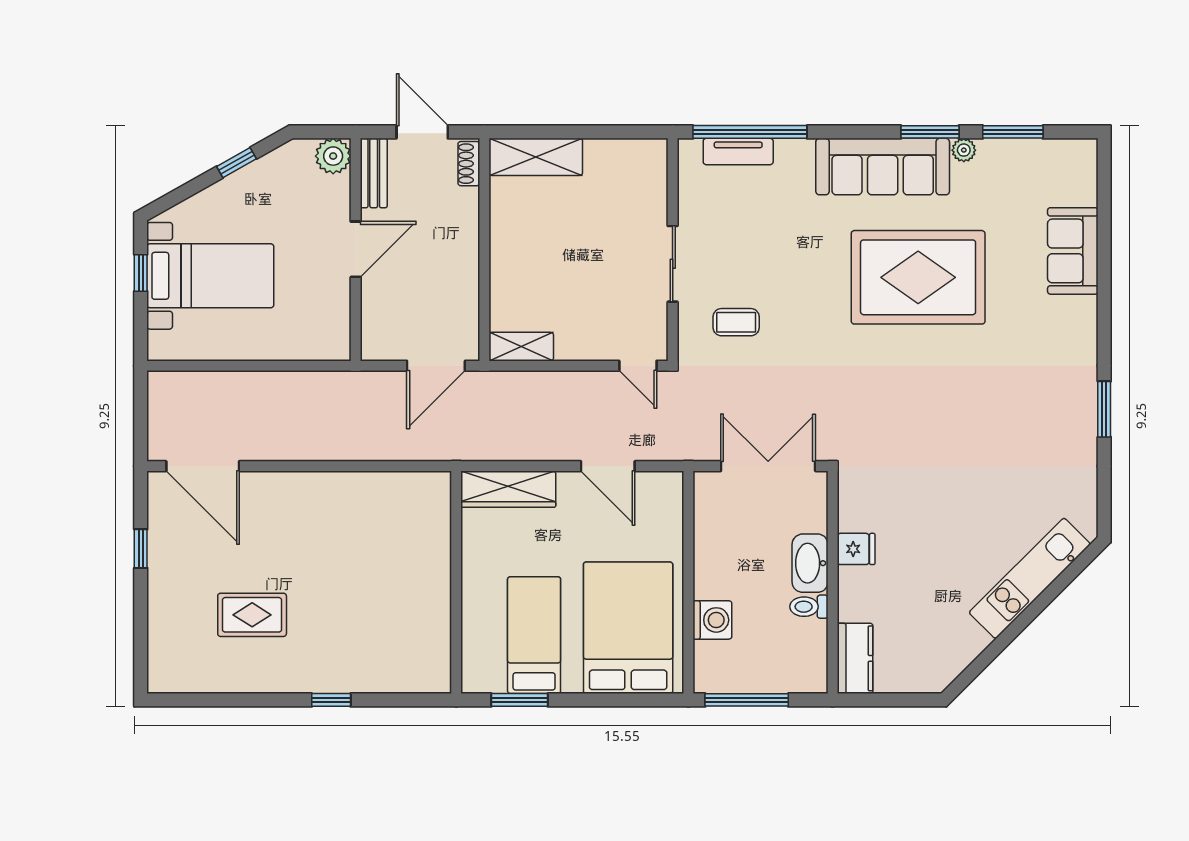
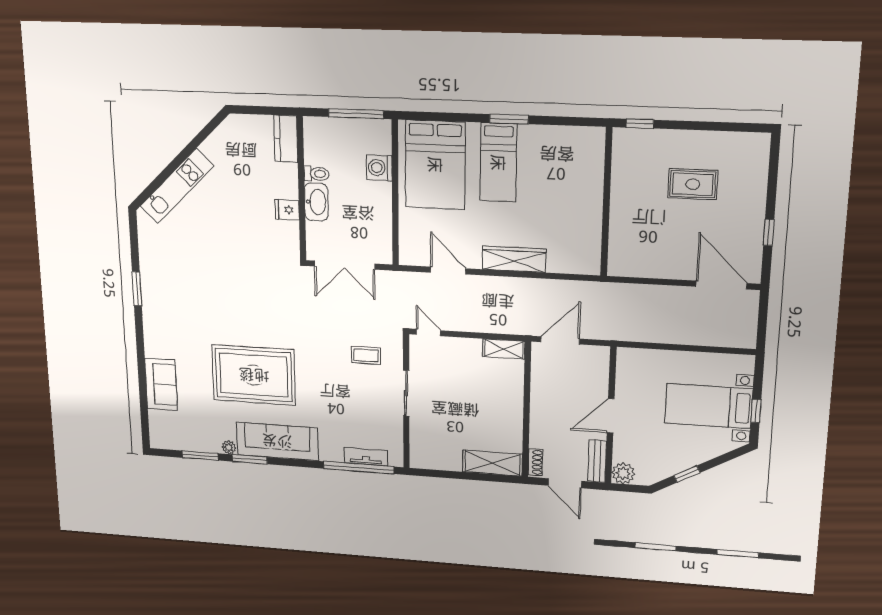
wall: (456, 582) -> (606, 202), moved

